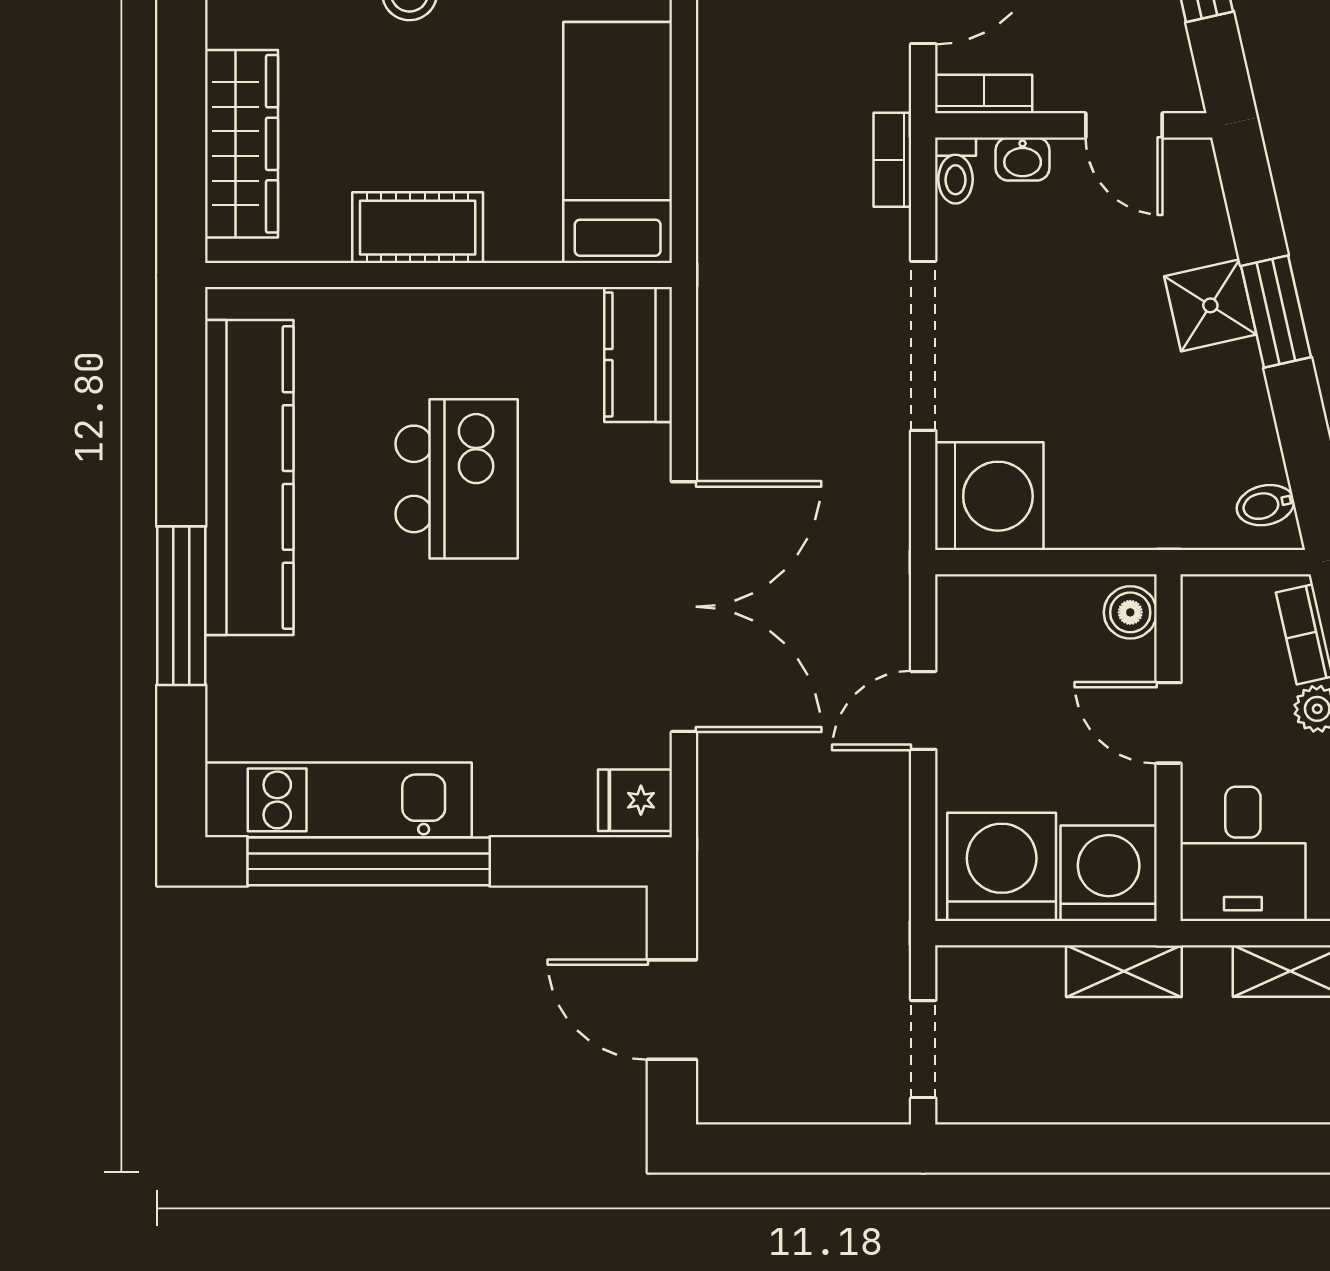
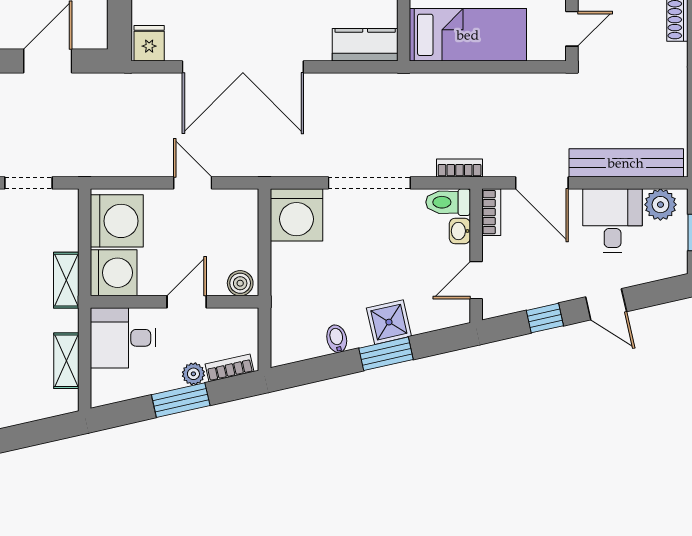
toilet: (956, 171) -> (448, 202), width x1.37, depth x1.39
bidet: (1265, 505) -> (337, 339), moved

